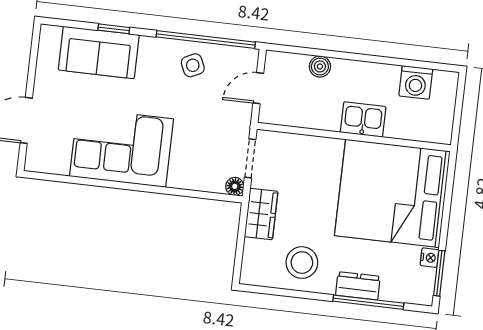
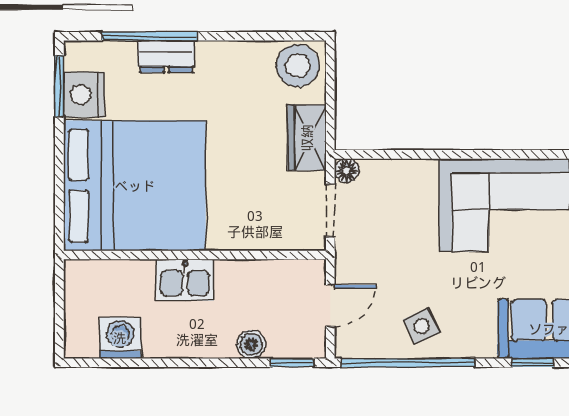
window: (291, 49) -> (292, 363), added
nightstand: (429, 258) -> (84, 95), width x1.89, depth x1.79
stool: (302, 263) -> (298, 66), moved

